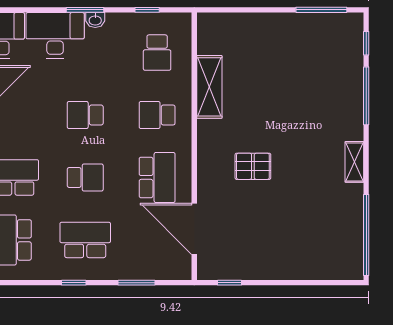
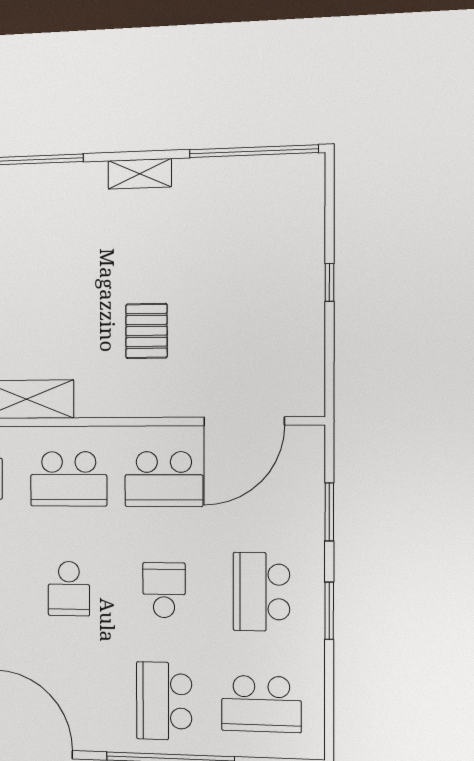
school desk: (157, 115) -> (69, 479), width x1.85
school desk: (157, 177) -> (164, 479), turned 180
window: (74, 283) -> (329, 611), width x1.50
window: (229, 283) -> (329, 282), moved

